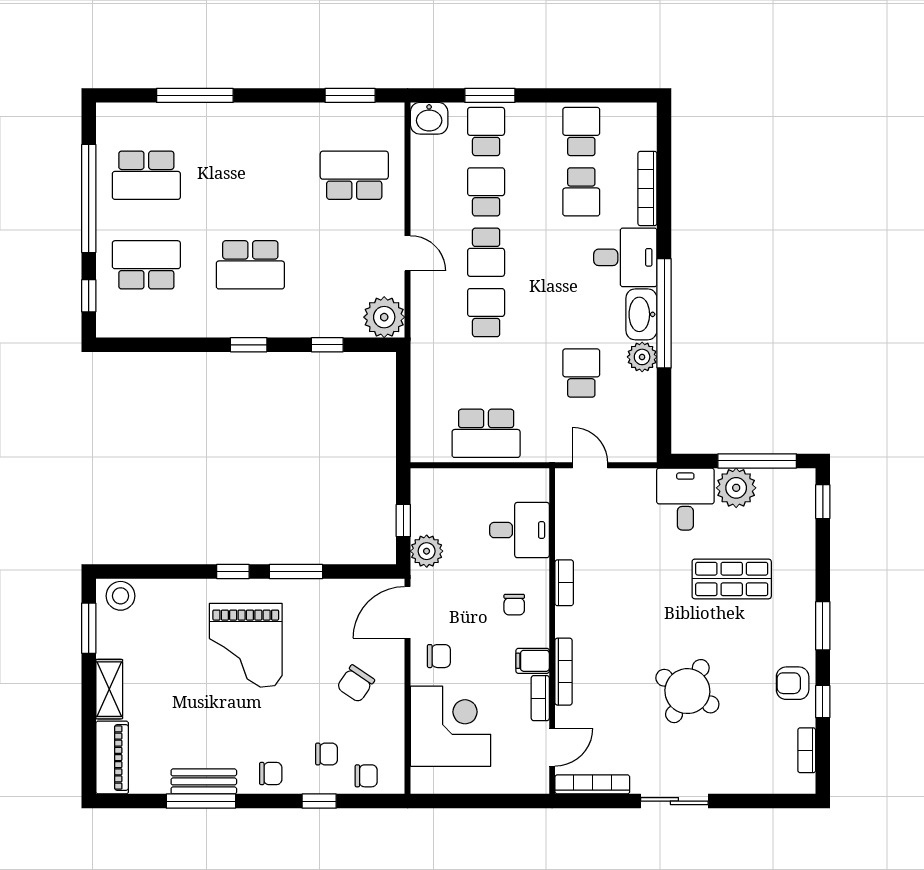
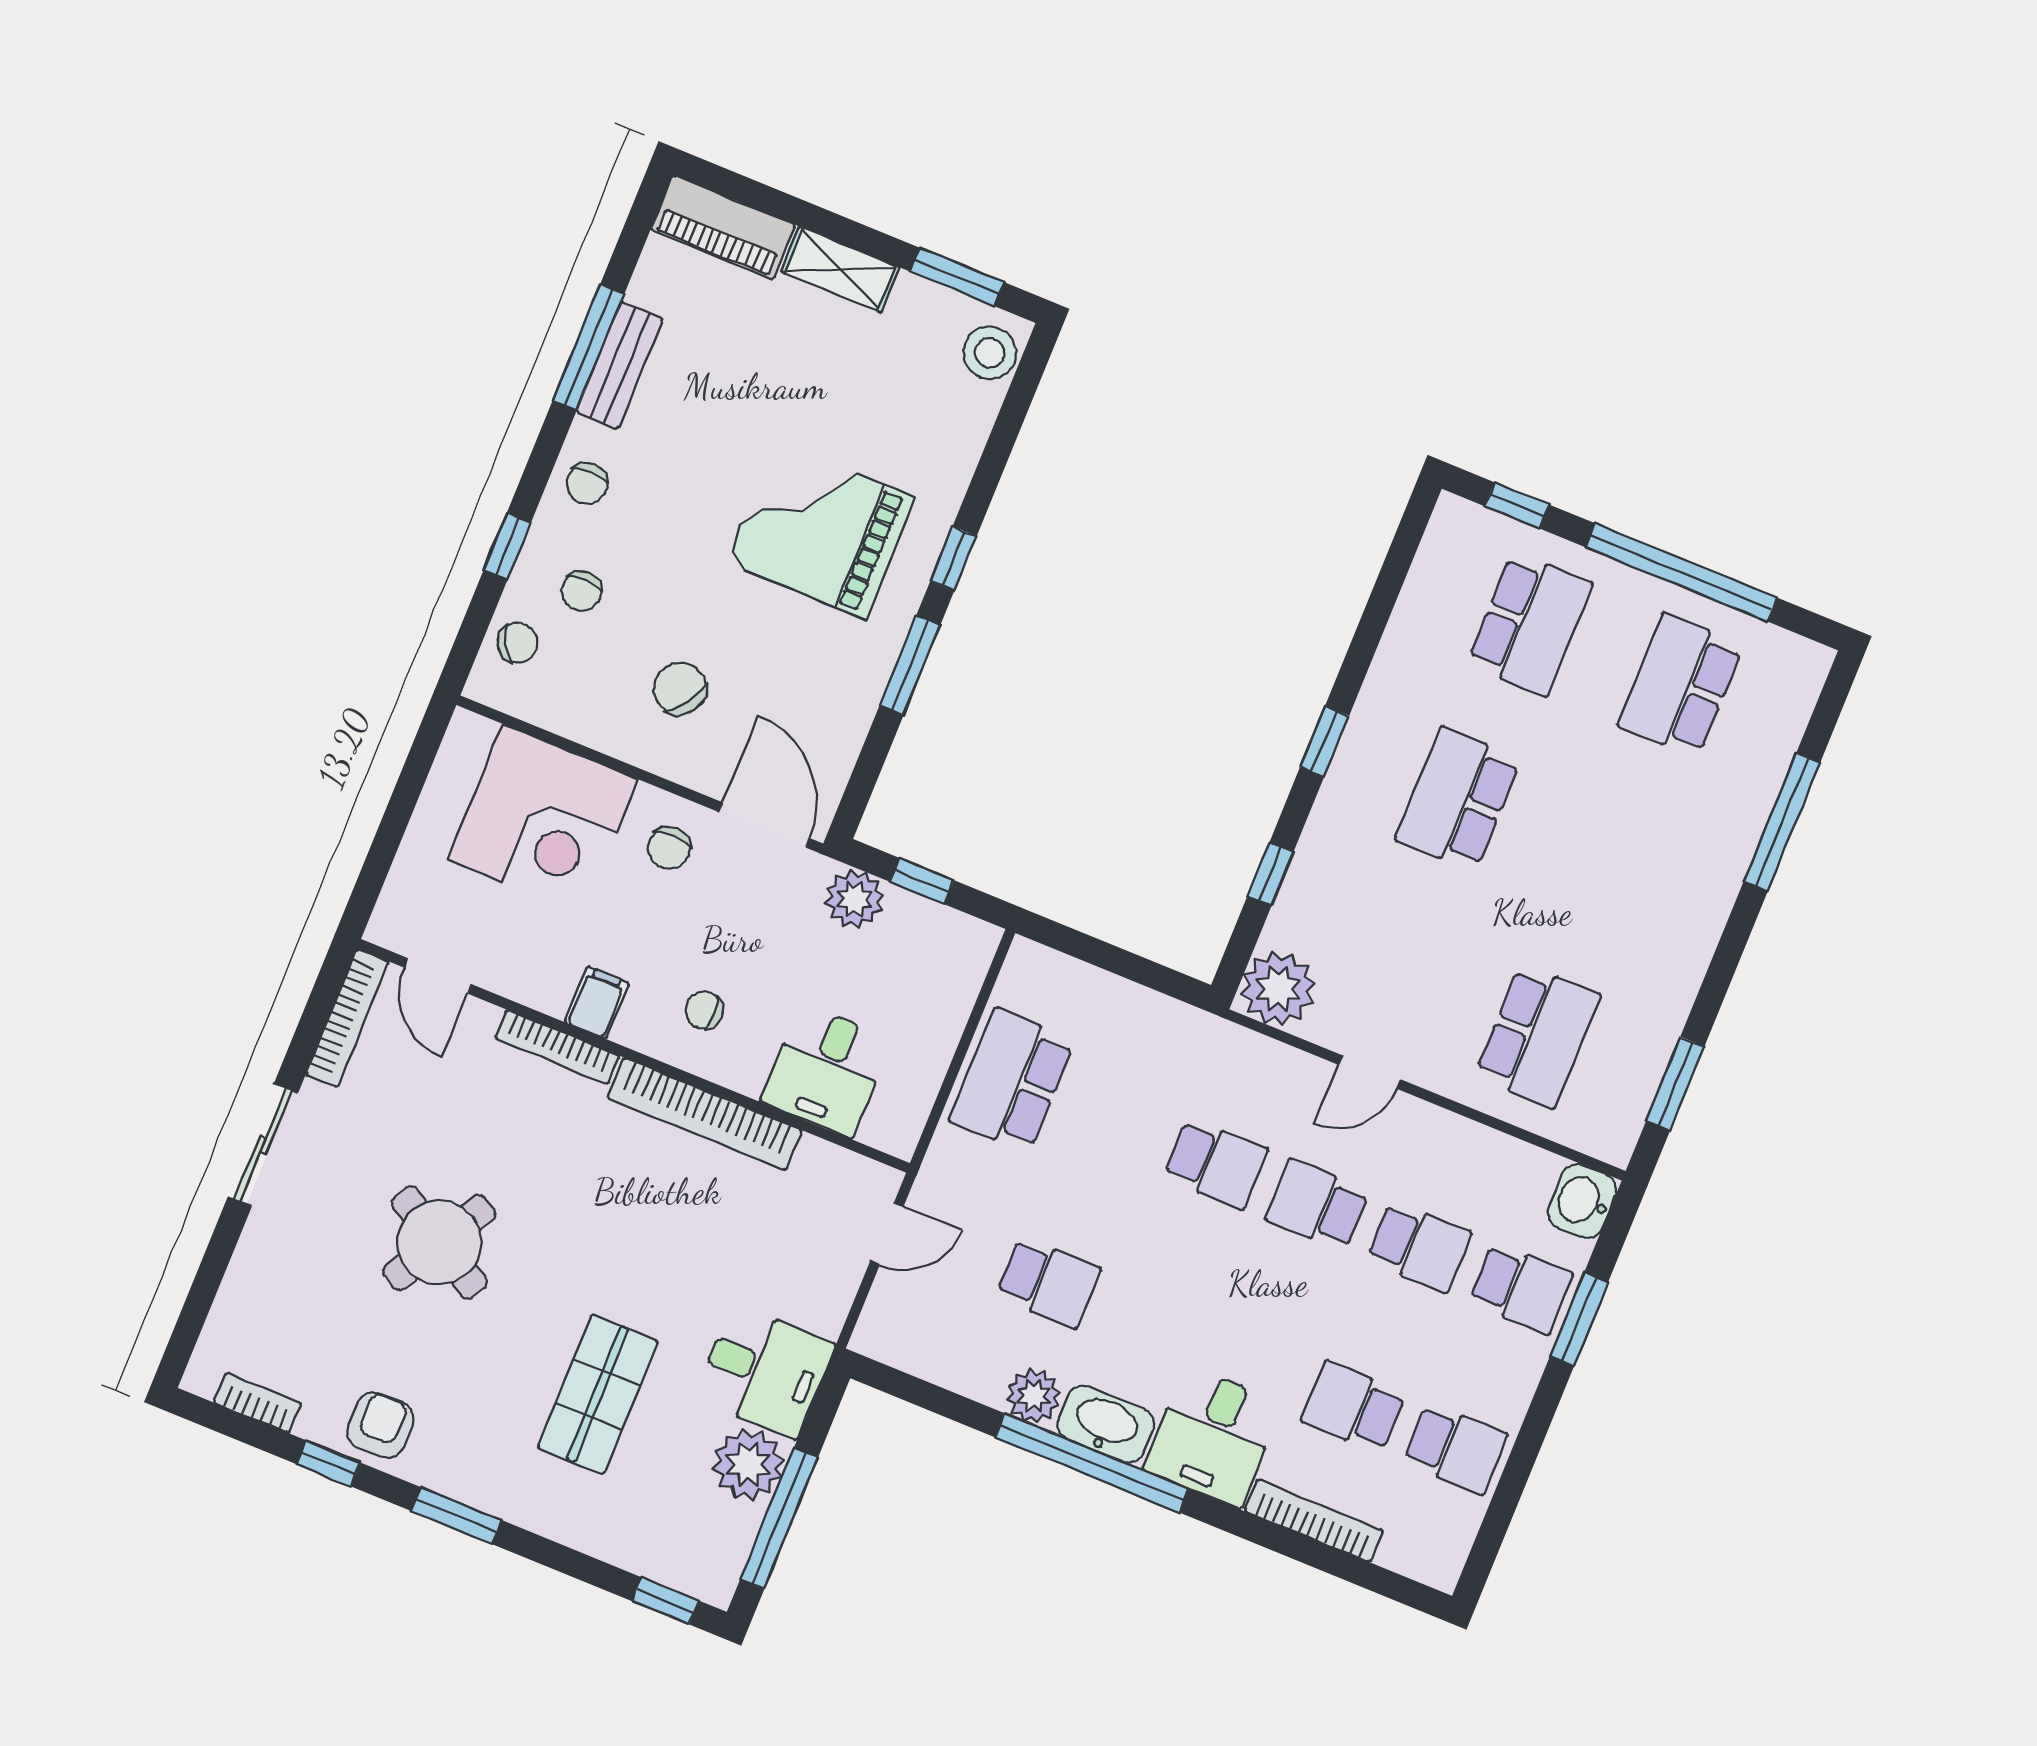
bookcase: (564, 583) -> (705, 1114), width x2.31, depth x1.31
bookcase: (540, 698) -> (529, 990), removed
chair: (366, 776) -> (517, 643), turned -120

